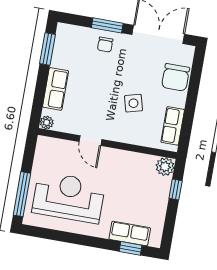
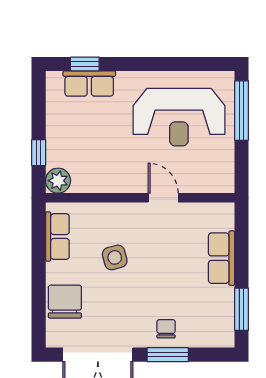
plant: (47, 122) -> (226, 212), removed

